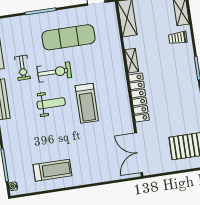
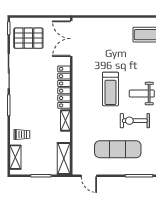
treadmill: (87, 103) -> (110, 89), turned 180
double door: (139, 153) -> (71, 39), swing flipped

